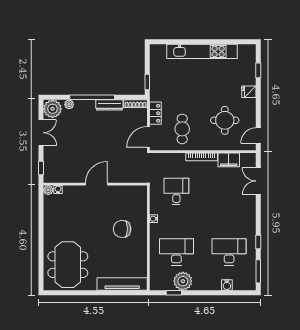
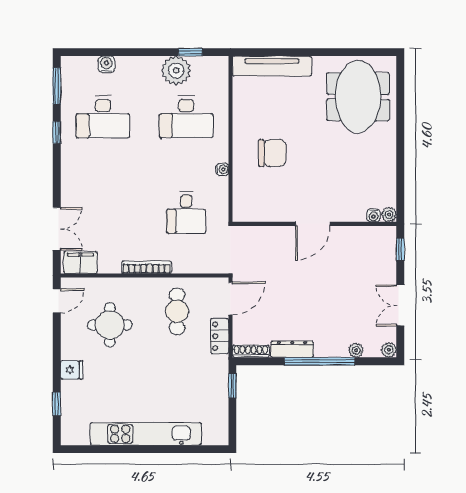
plant: (53, 109) -> (389, 350), width x0.53, depth x0.53
filing cabinet: (229, 160) -> (80, 262), moved

